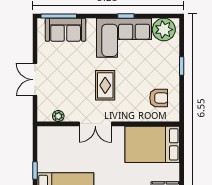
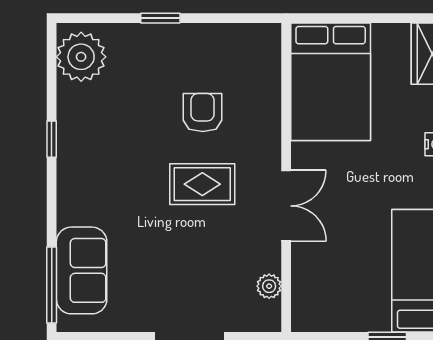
corner sofa: (124, 38) -> (99, 144), removed
armchair: (159, 98) -> (203, 113), moved

